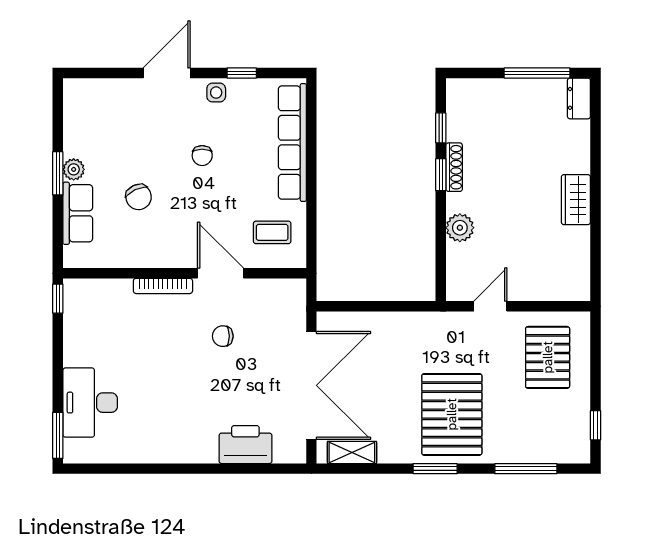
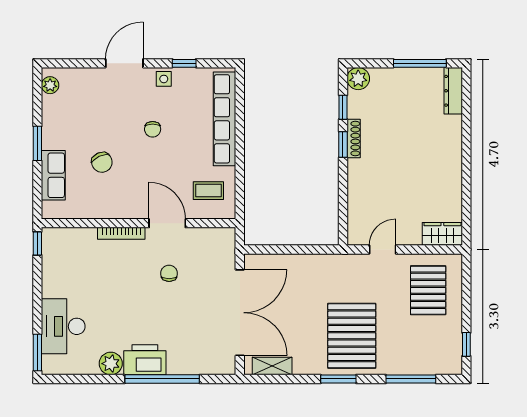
dresser: (579, 98) -> (453, 91), width x1.44
plant: (74, 169) -> (50, 85), moved
wardrobe: (576, 200) -> (442, 234), moved, turned 90
plant: (460, 228) -> (358, 79), moved
chair: (223, 336) -> (169, 273), turned 90
printer: (245, 445) -> (145, 360), moved
plant: (150, 449) -> (111, 364), added
window: (214, 469) -> (162, 379), added

